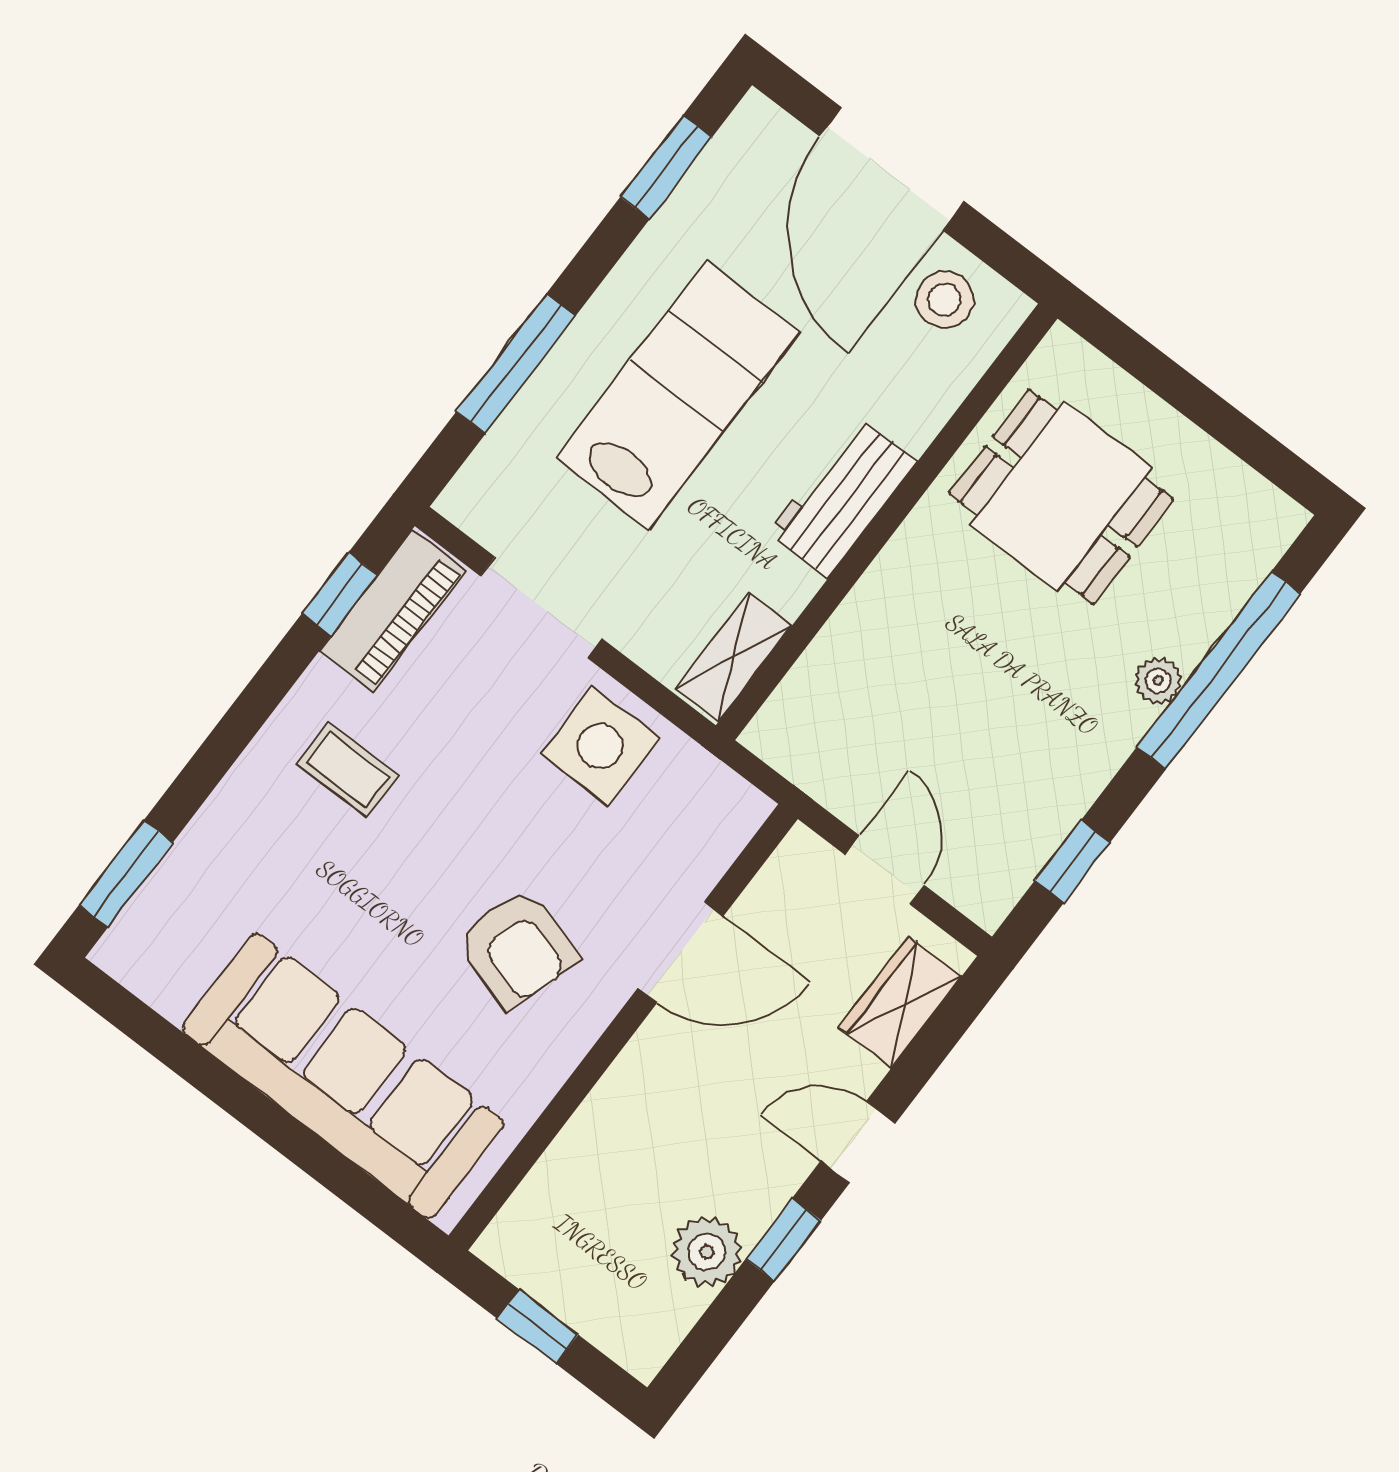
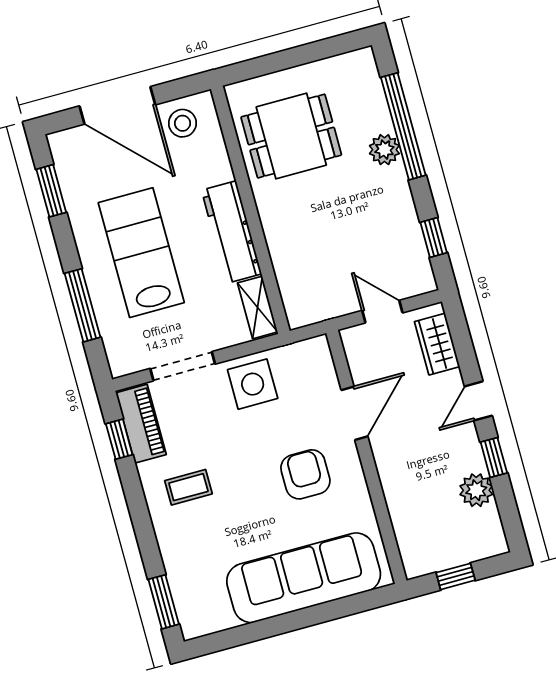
workbench: (843, 497) -> (232, 232), width x1.38
plant: (1158, 681) -> (384, 150), width x1.38, depth x1.38
armchair: (517, 948) -> (305, 474), turned -107

